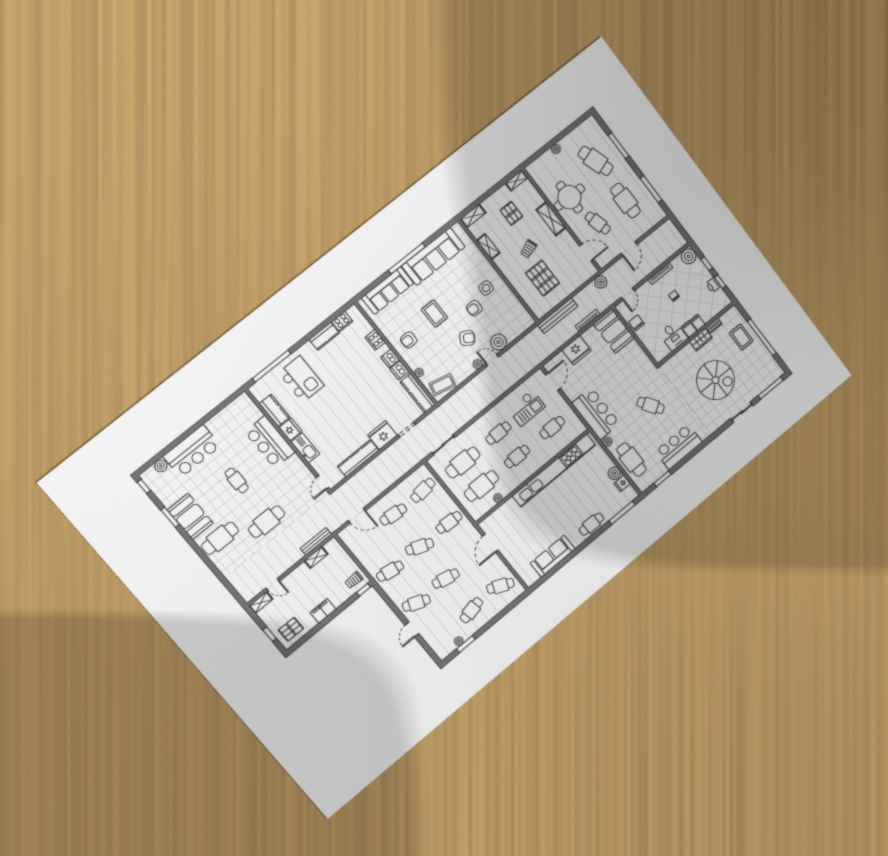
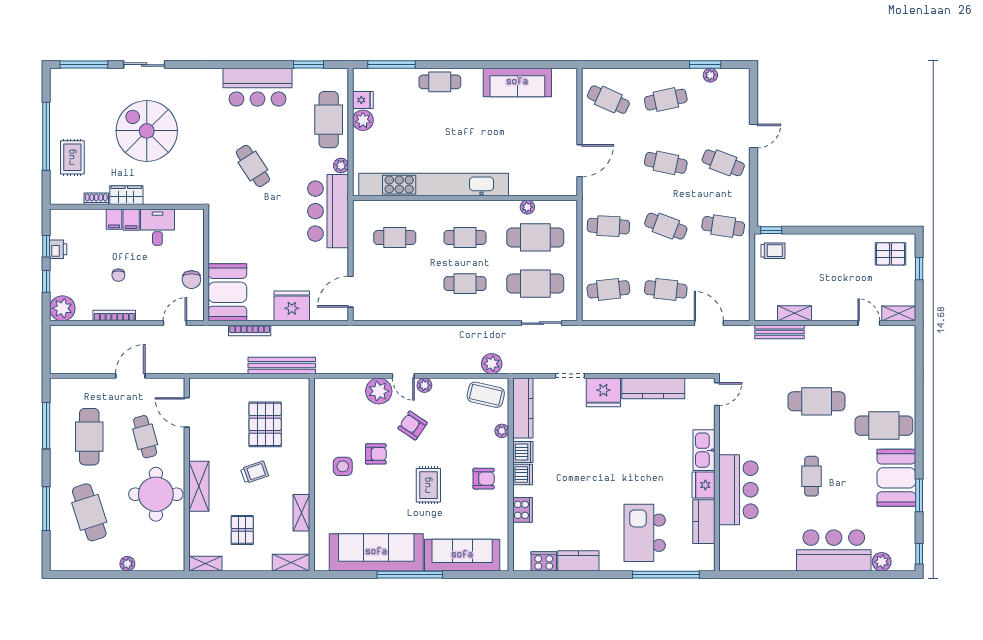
plant: (601, 282) -> (492, 364), moved
checkout: (527, 408) -> (407, 286), removed
filing cabinet: (323, 611) -> (837, 244), removed

